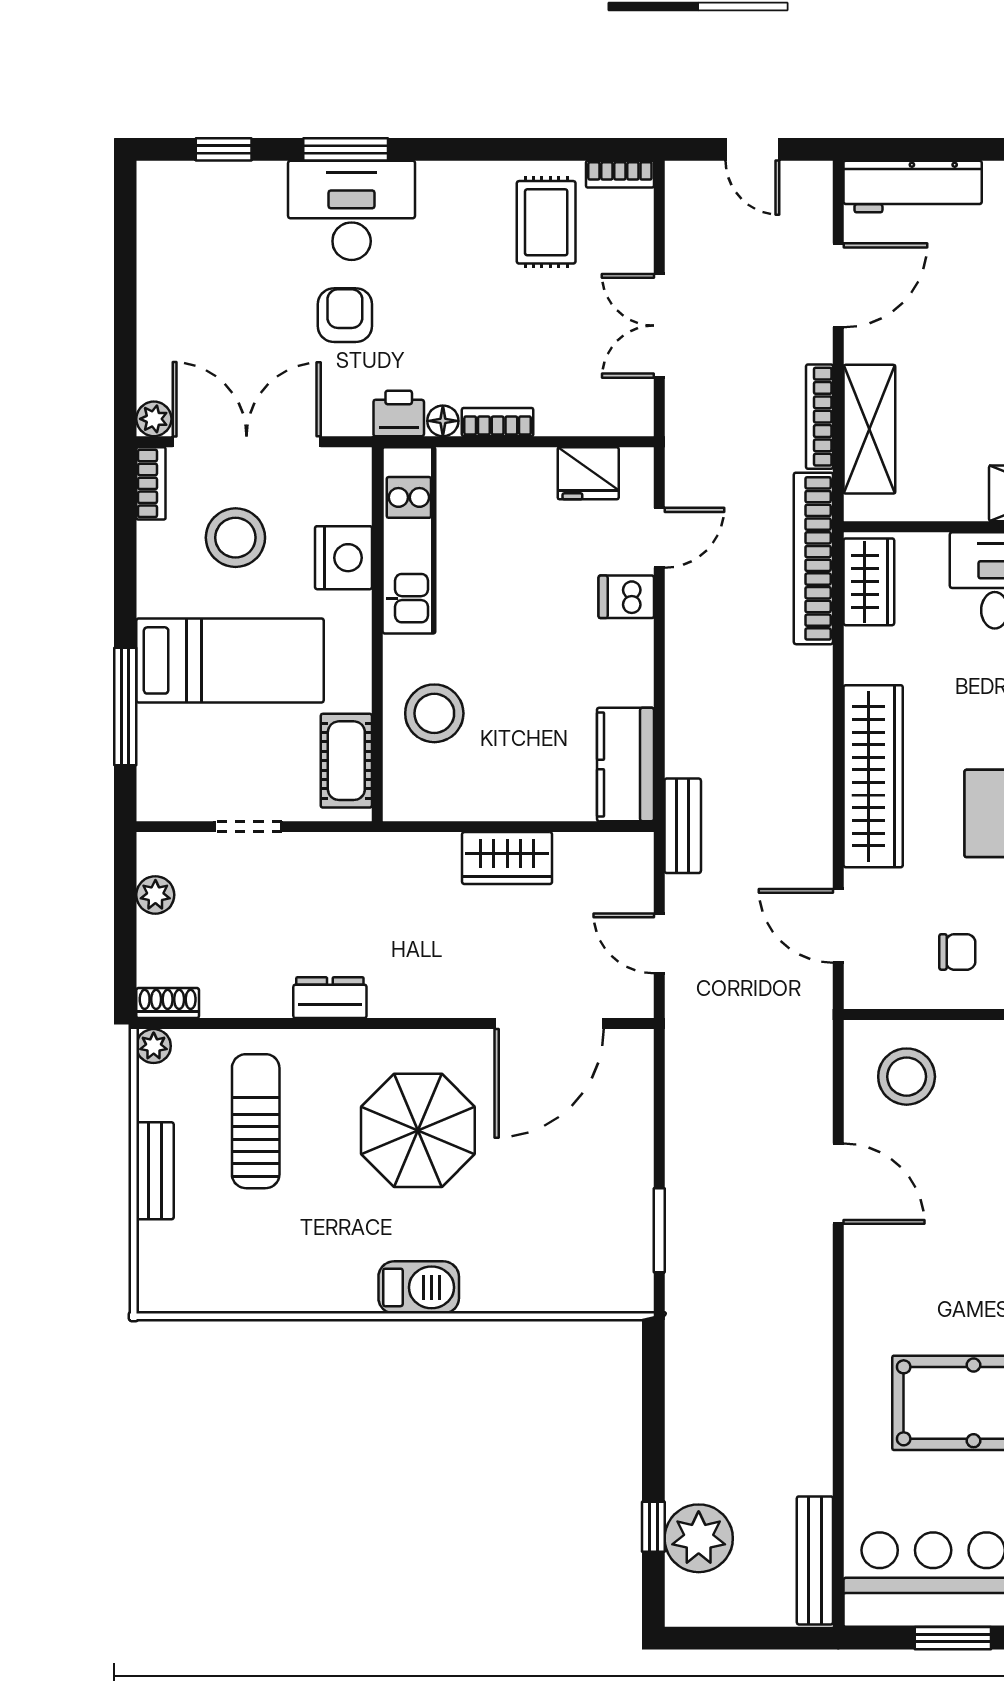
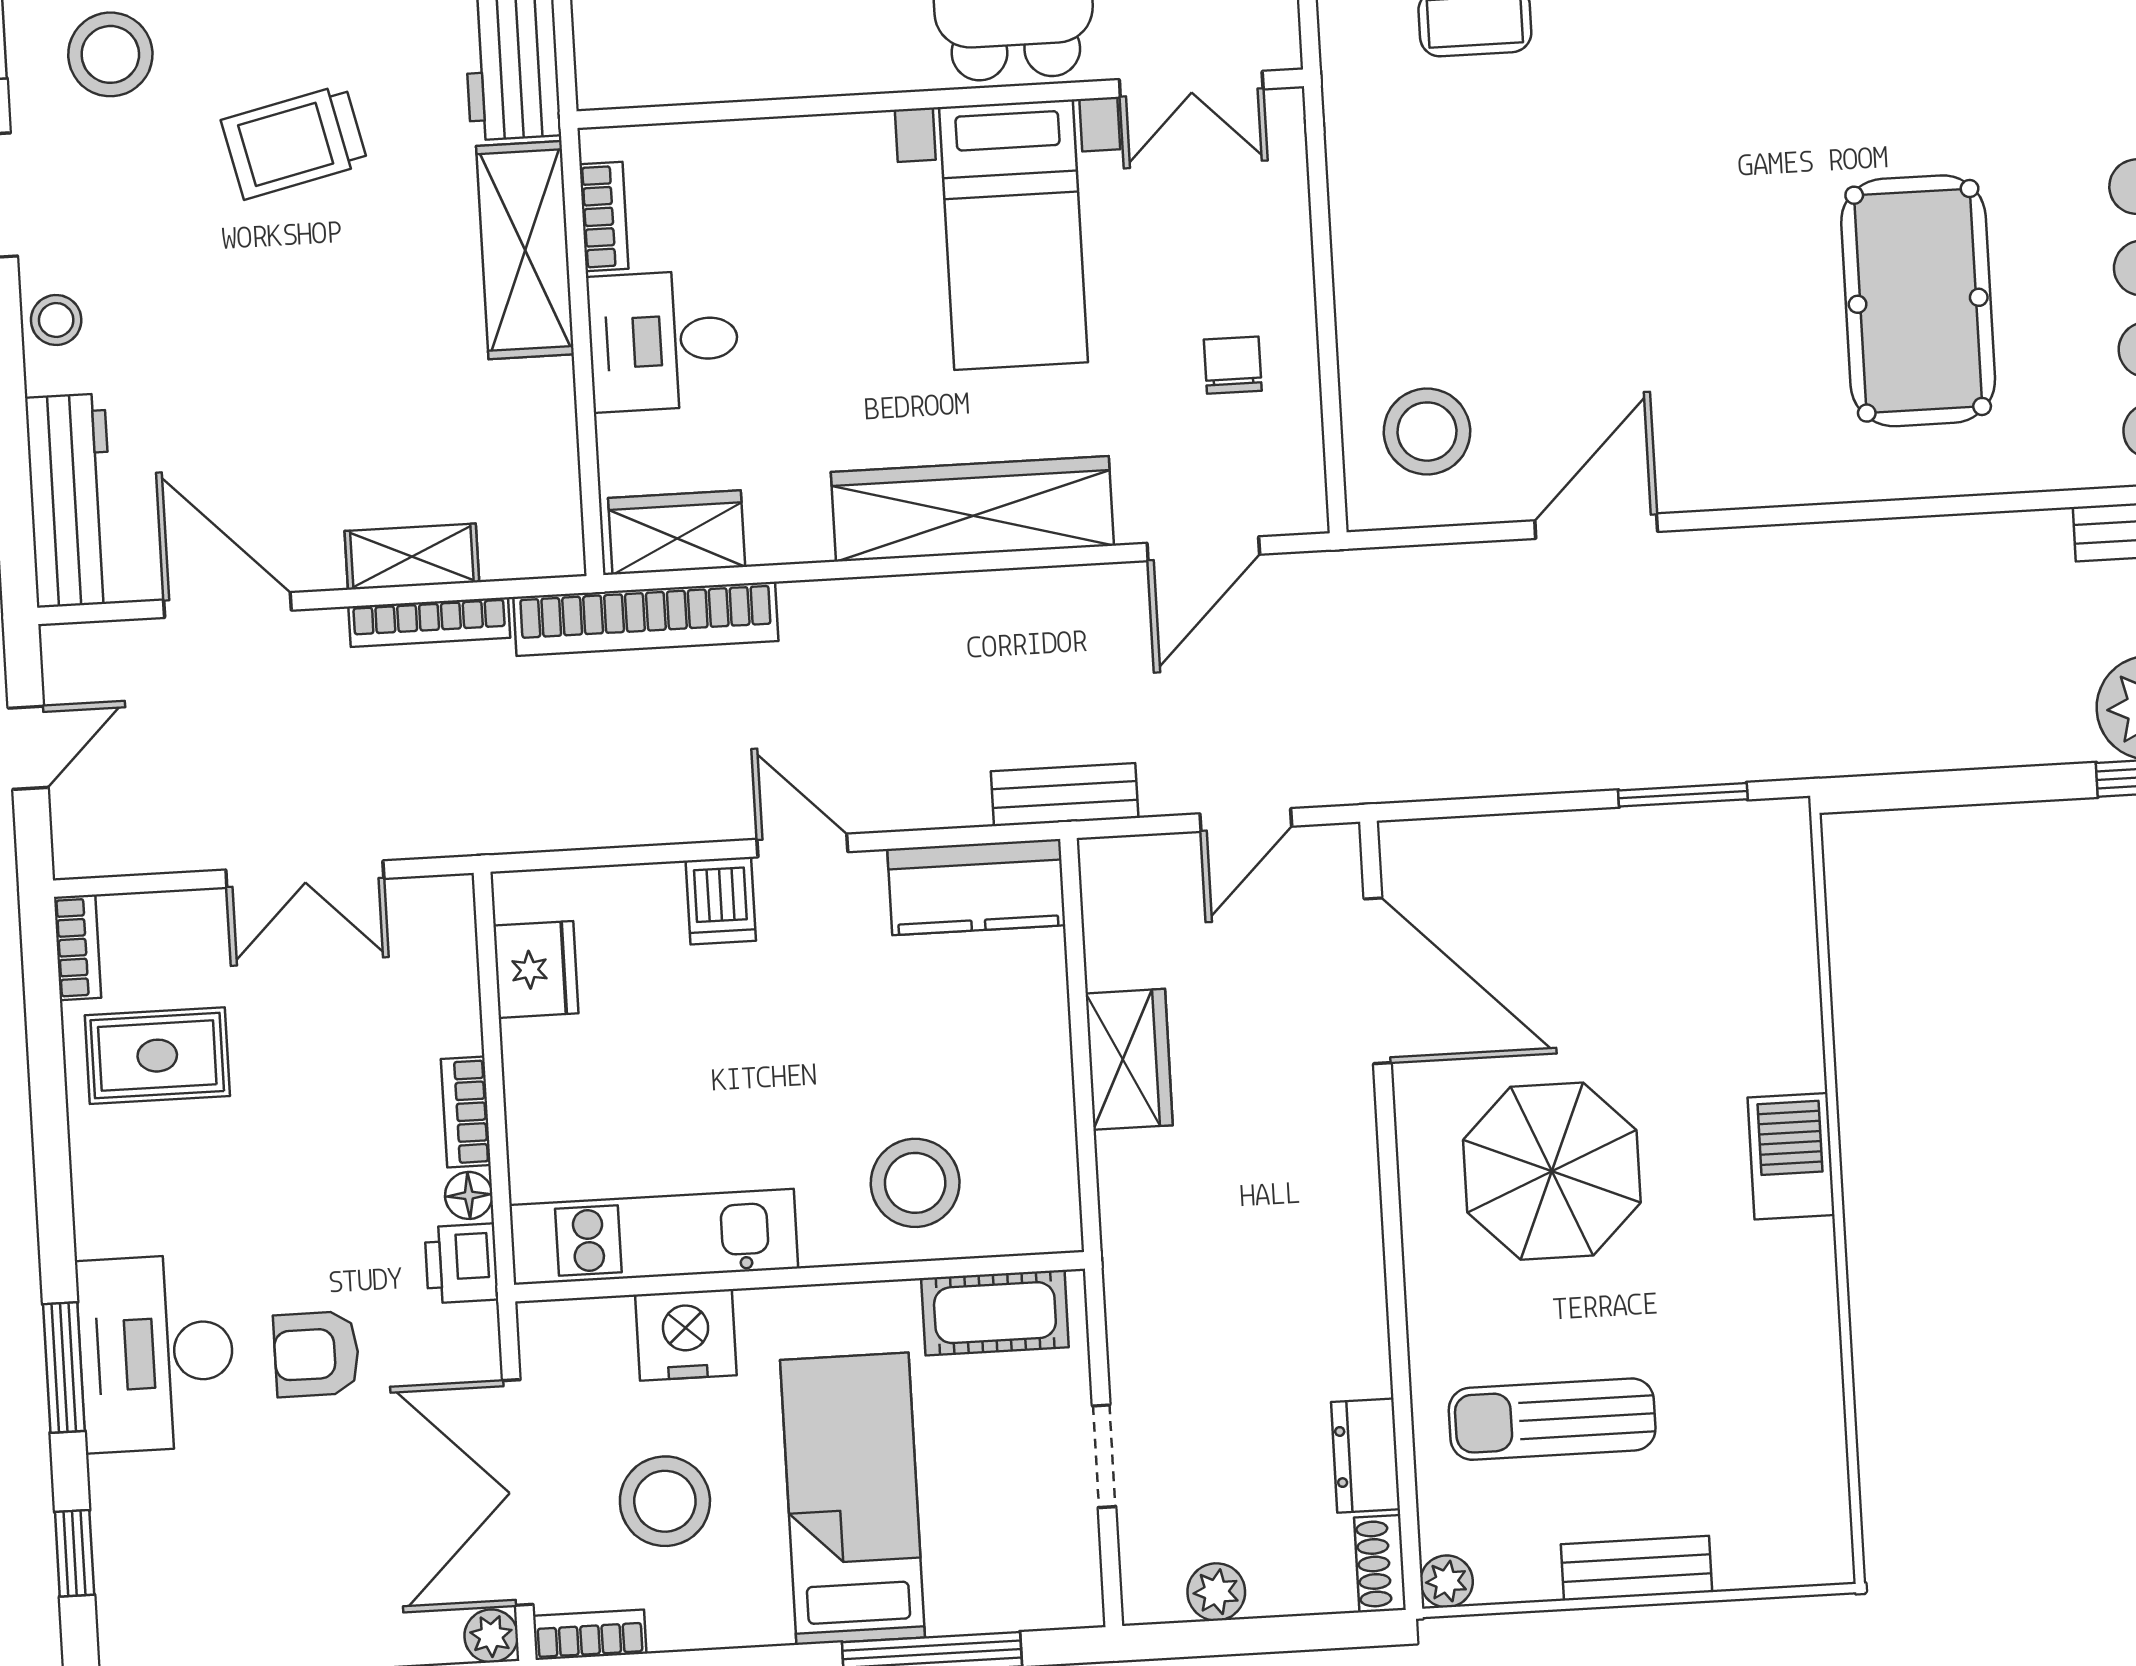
shelving: (869, 429) -> (412, 557), width x0.67, depth x0.75
door: (659, 538) -> (802, 846), moved
dresser: (330, 998) -> (1365, 1456), moved

